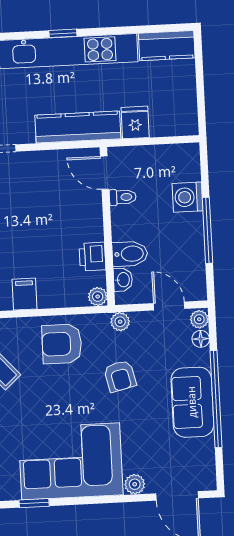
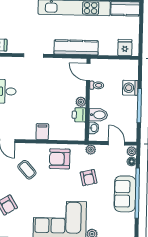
fridge: (135, 122) -> (125, 48), moved
plant: (98, 296) -> (81, 102), moved

